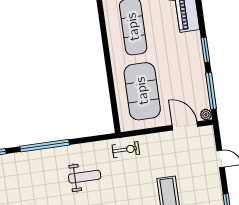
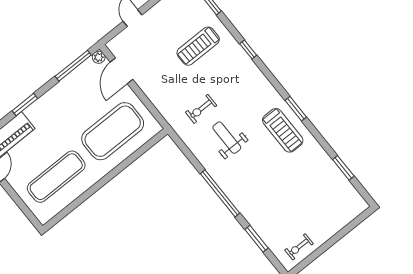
window: (205, 50) -> (25, 105), moved
exercise bike: (126, 150) -> (201, 109), moved, turned -90

